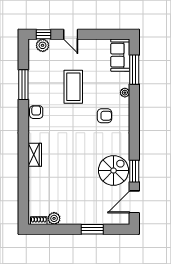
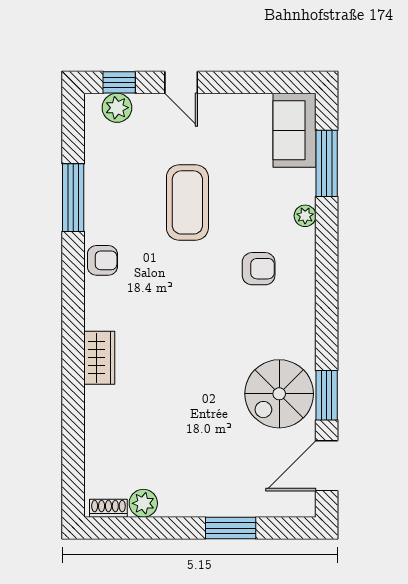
armchair: (36, 112) -> (102, 260), turned 90
spiral stairs: (113, 170) -> (279, 394), turned 180

